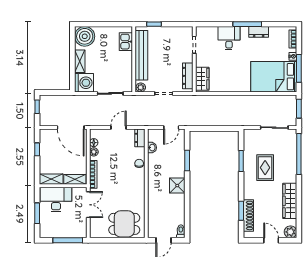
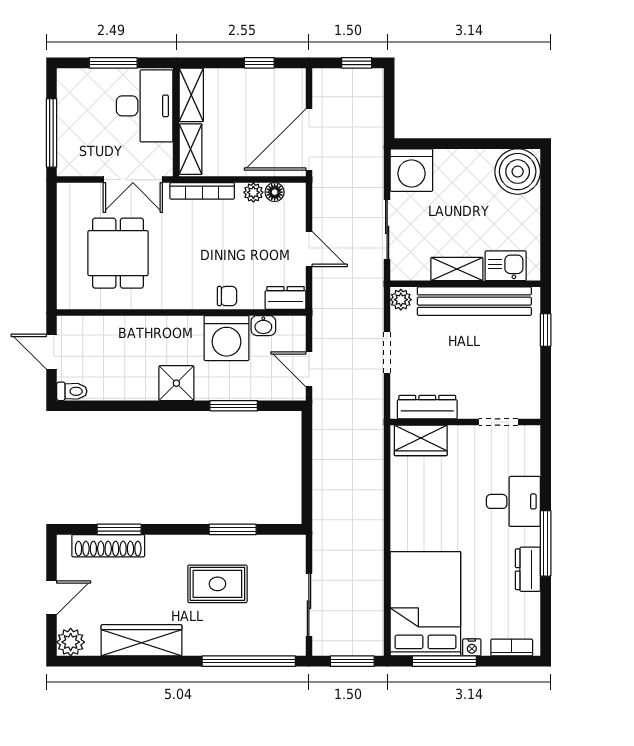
shelving: (80, 61) -> (457, 269), moved
washing machine: (158, 164) -> (226, 338), added
dining table: (124, 224) -> (118, 253), moved

